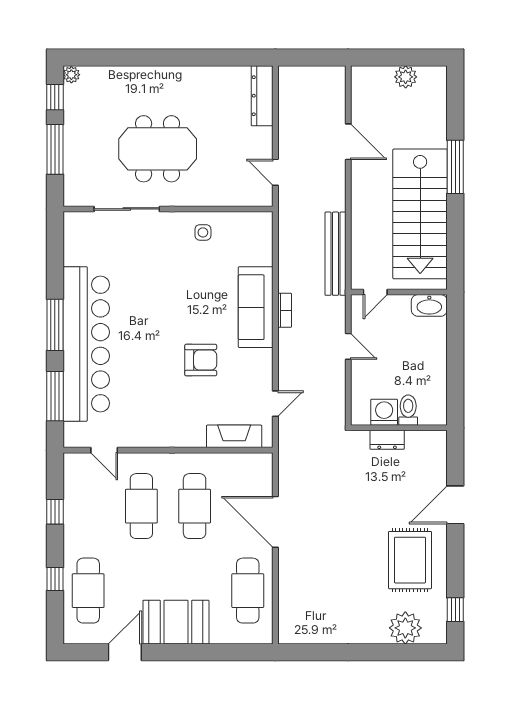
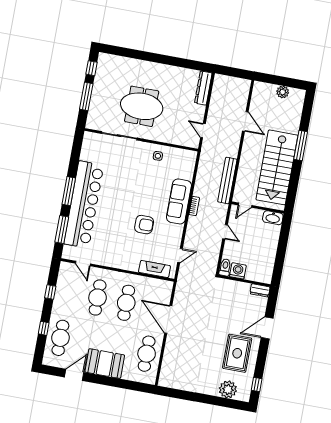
plant: (71, 75) -> (103, 58), removed
toilet: (408, 410) -> (225, 267), moved
dresser: (387, 440) -> (260, 290), moved

